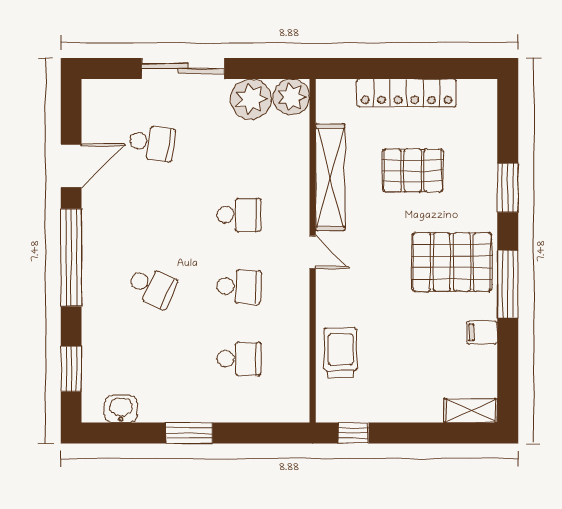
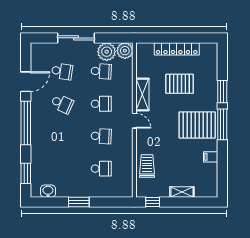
school desk: (239, 143) -> (101, 71), added
shelving: (330, 177) -> (142, 95), width x0.68
window: (508, 284) -> (222, 124), moved
school desk: (152, 287) -> (62, 104), moved
shelving: (471, 411) -> (182, 192), moved

